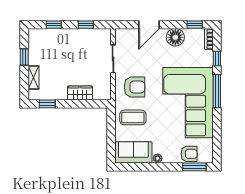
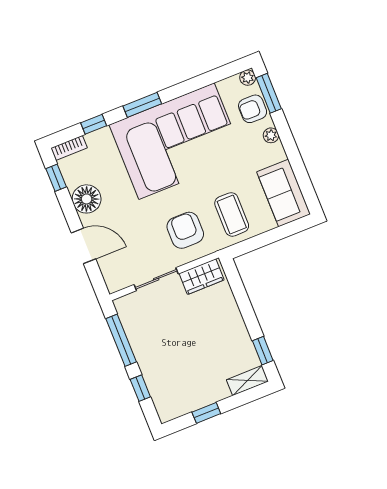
window: (86, 25) -> (121, 340), width x2.17
shelving: (33, 78) -> (247, 381), moved
window: (217, 91) -> (142, 105), width x0.69
wardrobe: (80, 93) -> (202, 277), moved, turned -90
armchair: (189, 154) -> (253, 109), turned -90
plant: (158, 158) -> (271, 135), moved
plant: (208, 158) -> (248, 78), added

